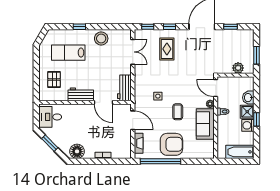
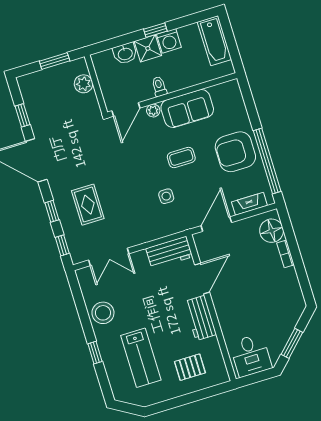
rug: (167, 49) -> (88, 205), turned 90
double door: (133, 52) -> (109, 257), swing flipped
armchair: (171, 144) -> (235, 152), turned -90
floor lamp: (77, 151) -> (272, 231), moved

